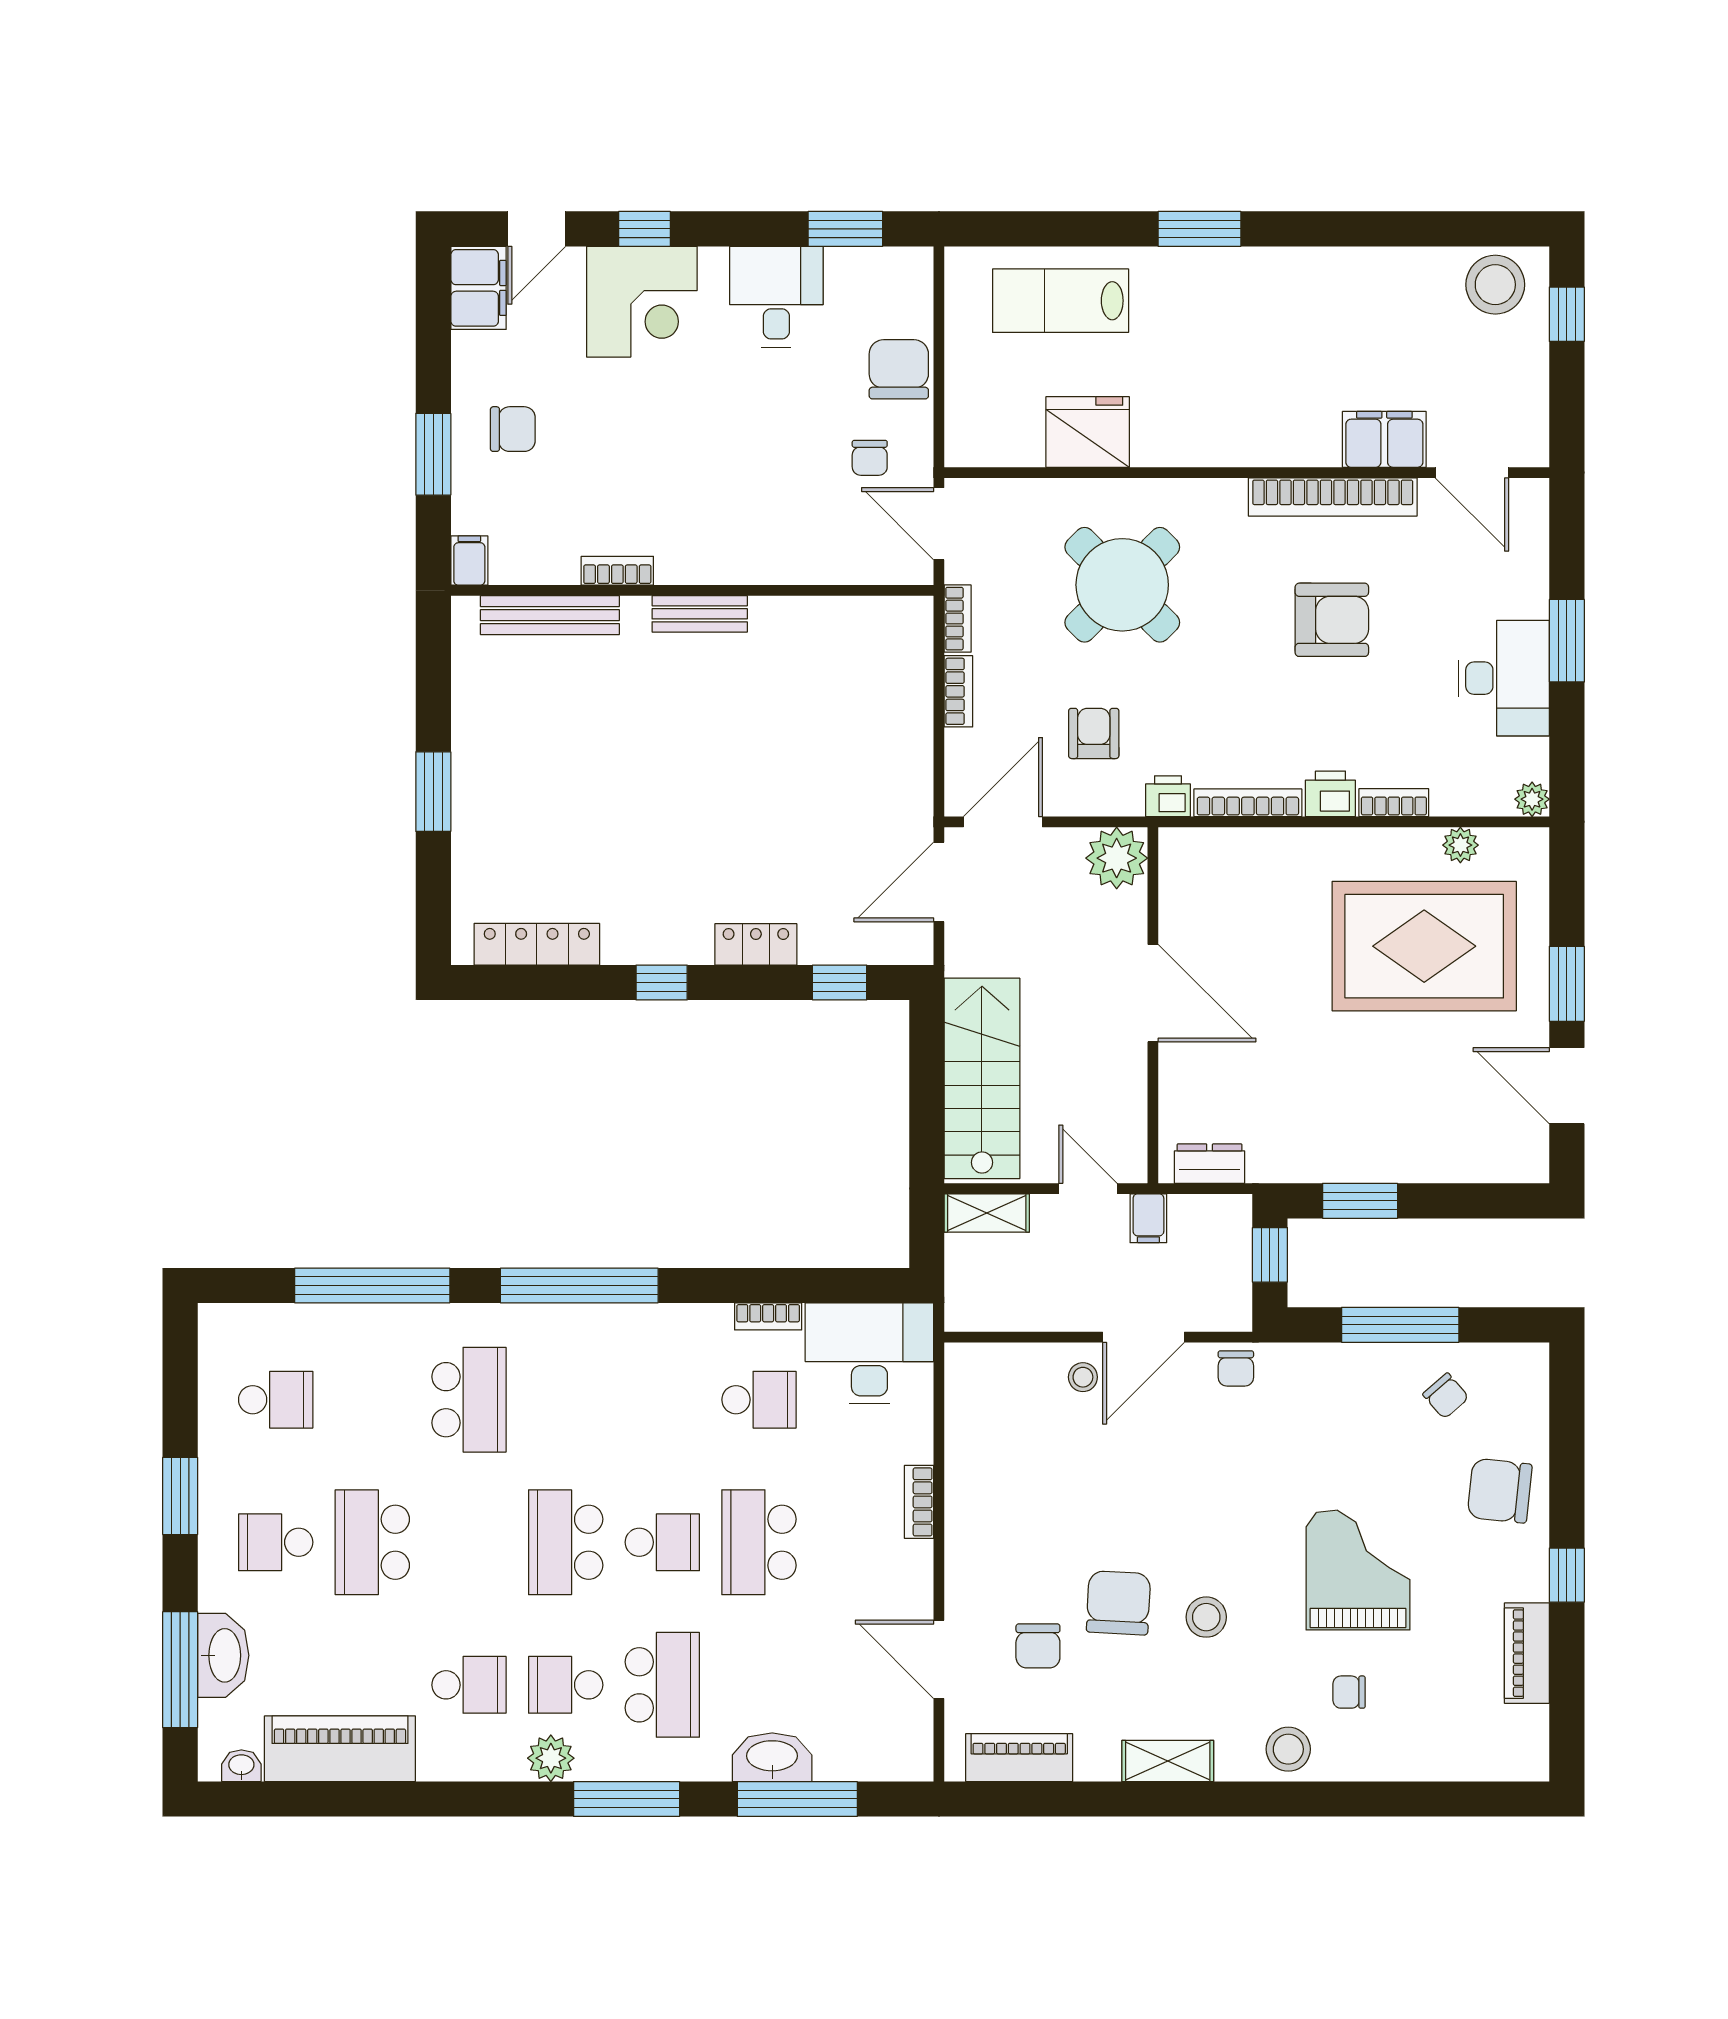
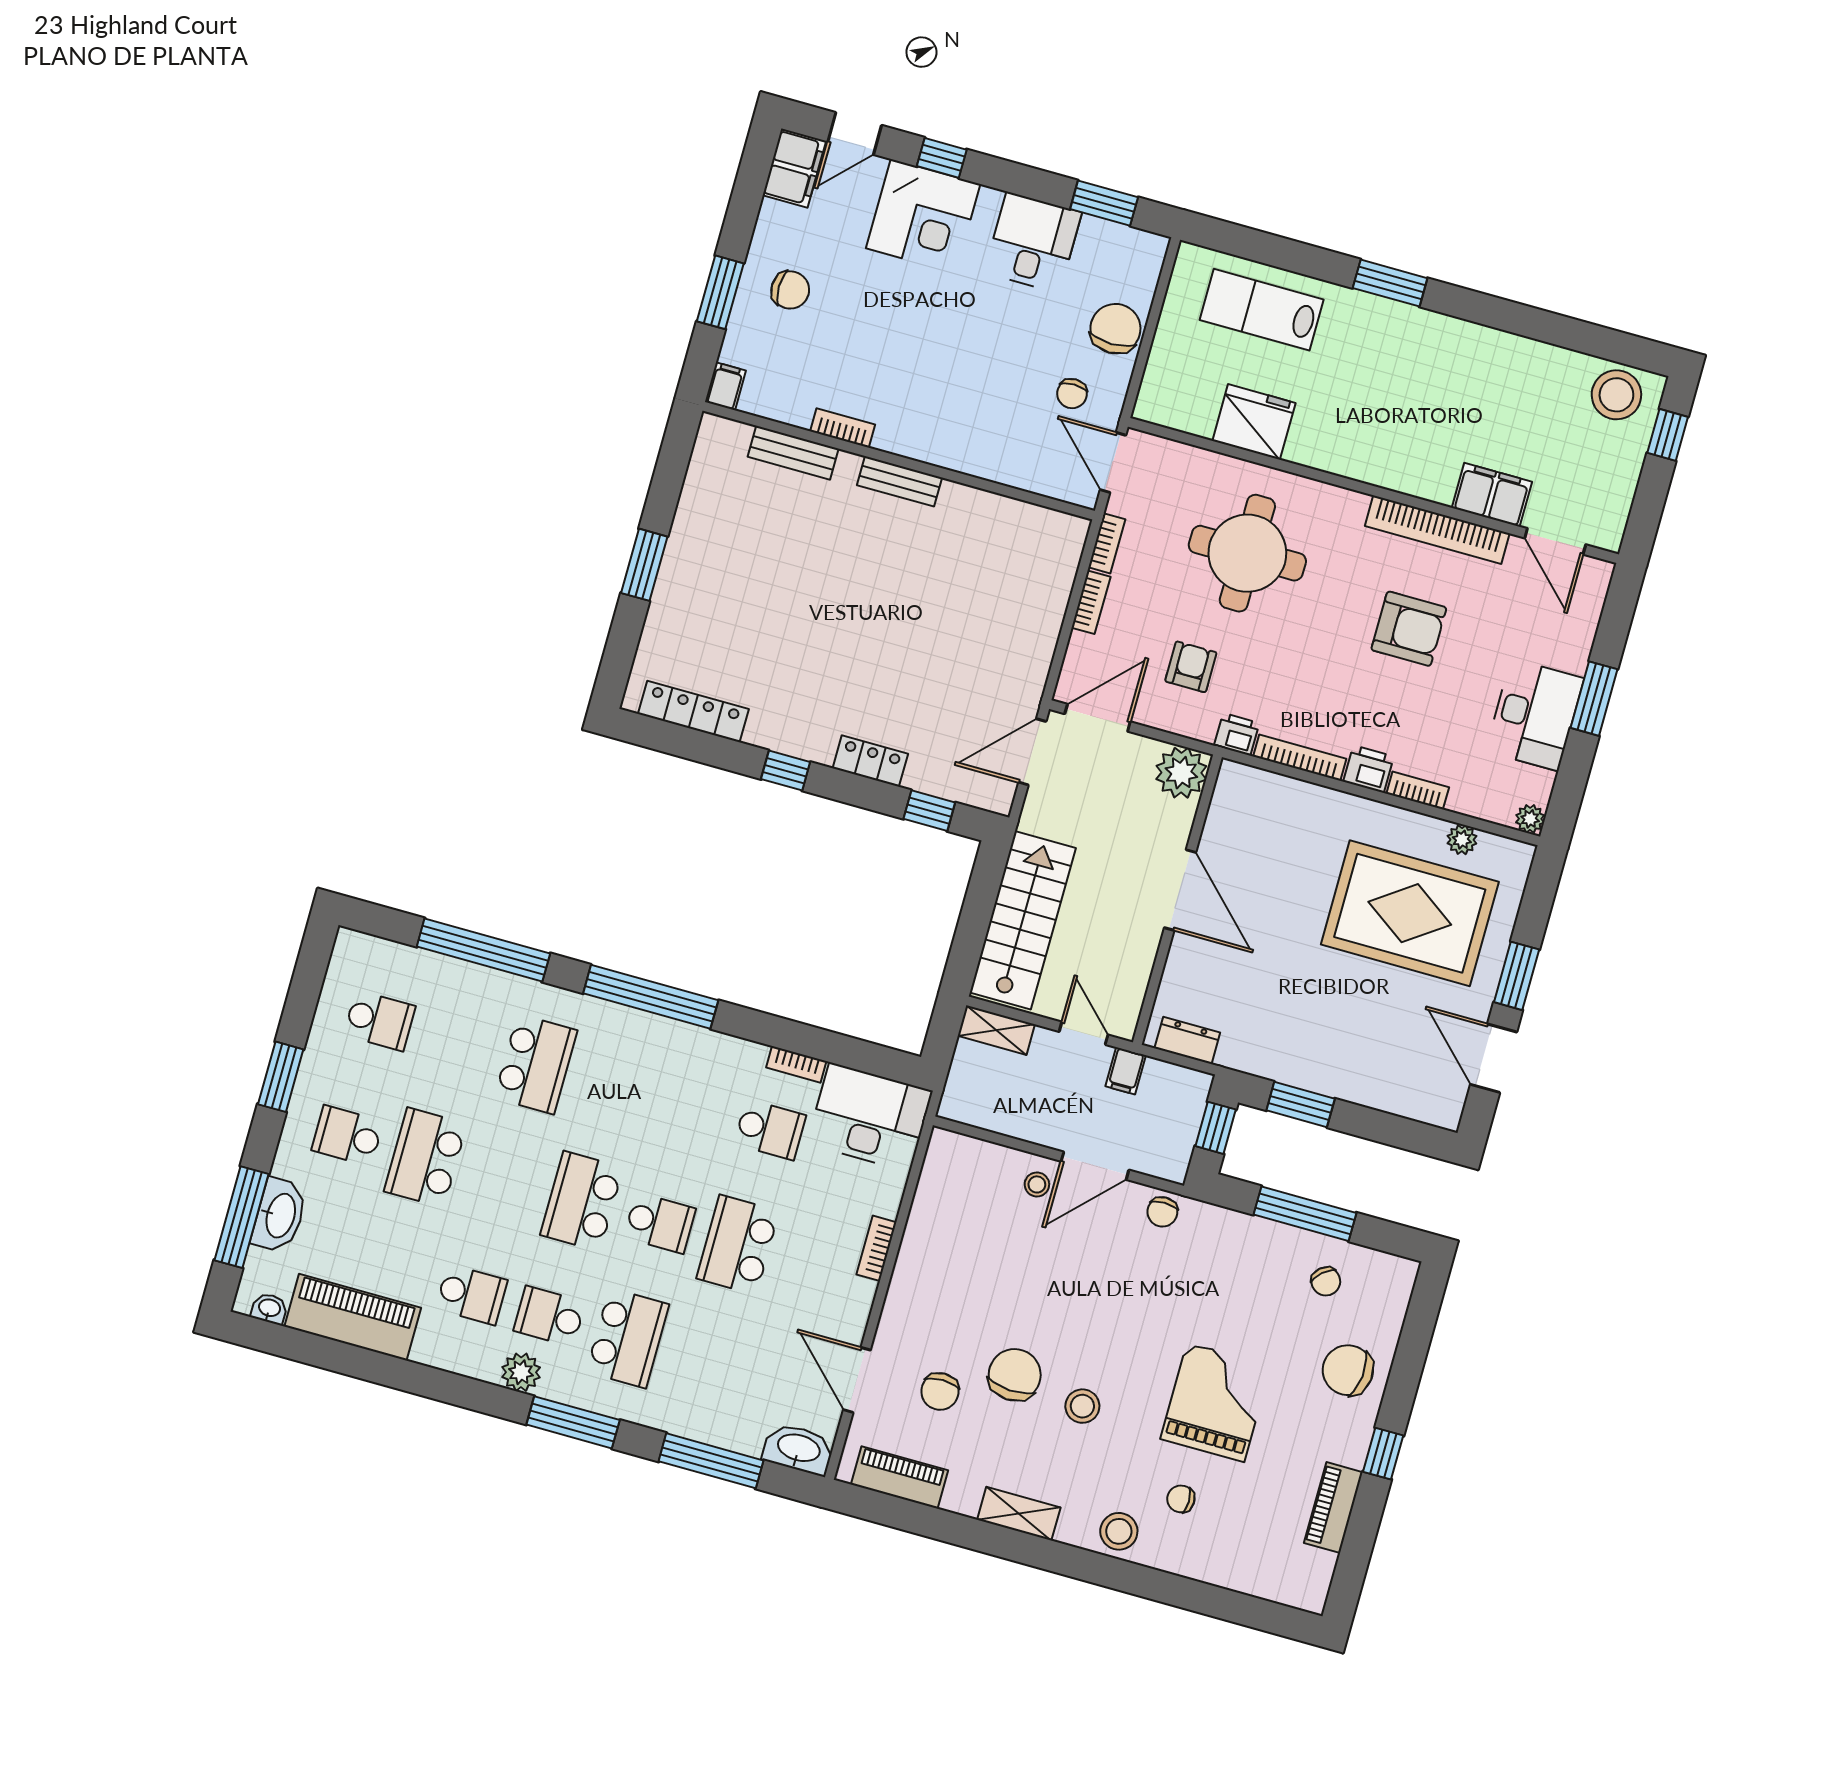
round table: (1122, 585) -> (1247, 553), turned 45
bench: (550, 615) -> (793, 453), width x0.73
washbasin: (772, 1757) -> (799, 1449), moved

